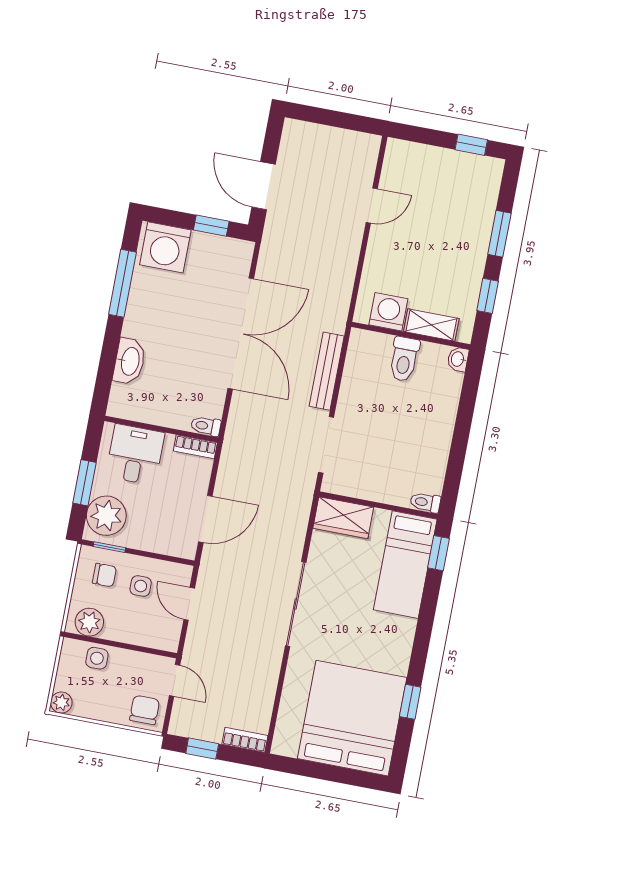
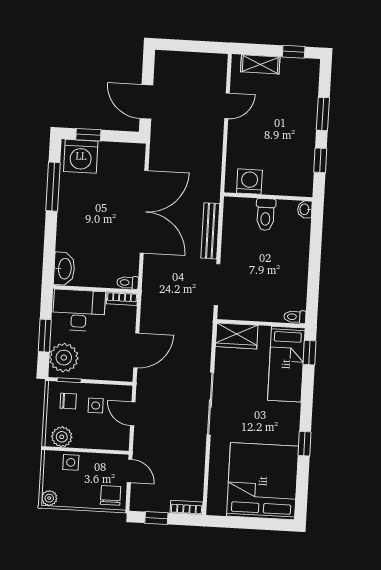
window: (211, 226) -> (88, 135), moved
shelving: (431, 325) -> (260, 64), moved
washbasin: (129, 361) -> (64, 269), moved
desk: (135, 455) -> (79, 310), width x1.37
window: (410, 702) -> (304, 444), moved

